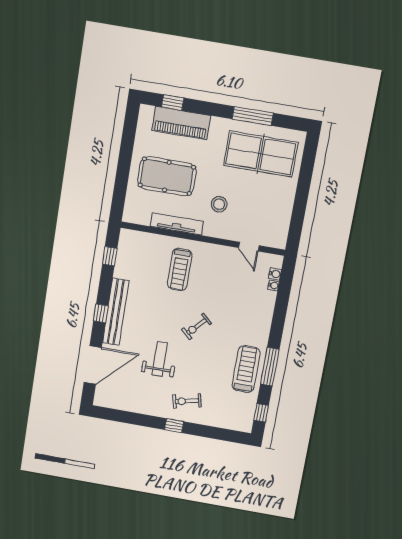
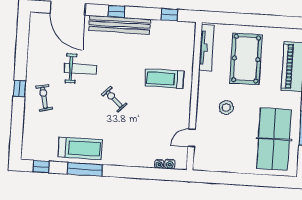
tv unit: (177, 224) -> (206, 48), moved

